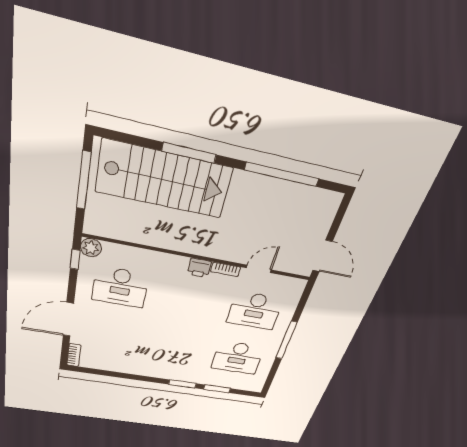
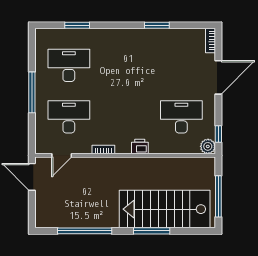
printer: (199, 268) -> (140, 147), moved
door: (259, 269) -> (62, 155), moved
window: (182, 384) -> (157, 25), moved

